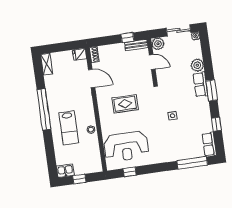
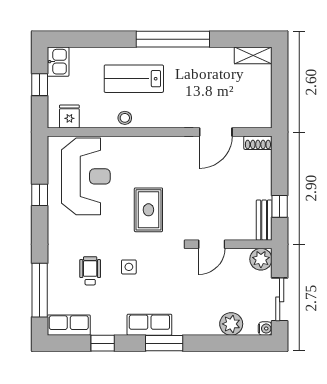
fridge: (79, 54) -> (69, 117), moved
door: (152, 62) -> (212, 244), moved
plant: (197, 65) -> (231, 324), moved
row of seats: (200, 84) -> (149, 325), moved
rug: (125, 104) -> (148, 210), moved
wheelchair: (178, 137) -> (90, 271), added
reception desk: (126, 146) -> (86, 176), turned 180
window: (130, 172) -> (40, 195), moved

